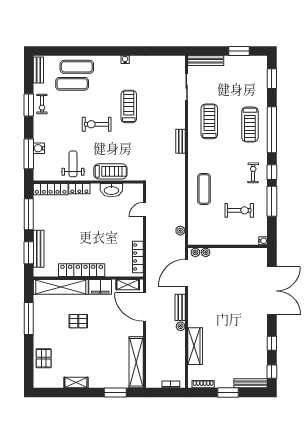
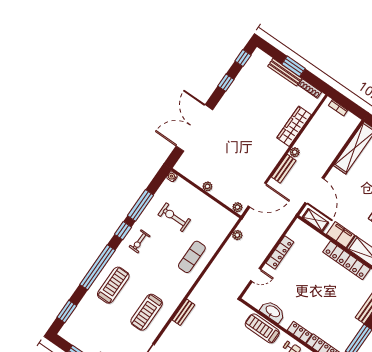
plant: (206, 252) -> (207, 186), moved
locker: (138, 257) -> (280, 253), moved
bench: (251, 383) -> (285, 72), moved

